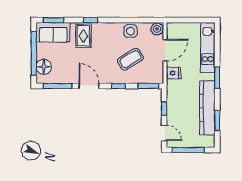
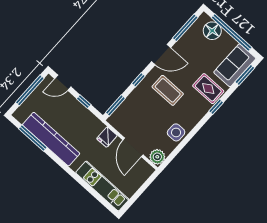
coffee table: (130, 59) -> (168, 90), moved, turned -59
window: (217, 78) -> (69, 171), removed
window: (217, 120) -> (33, 138), width x1.44

